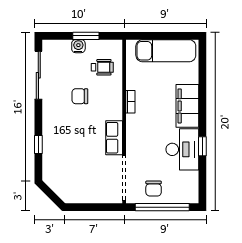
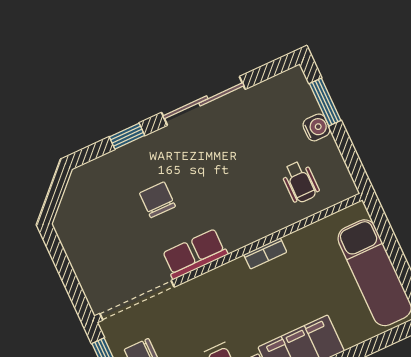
window: (86, 36) -> (325, 102), moved
sliding door: (38, 75) -> (203, 101), moved
chair: (80, 96) -> (157, 200), moved

